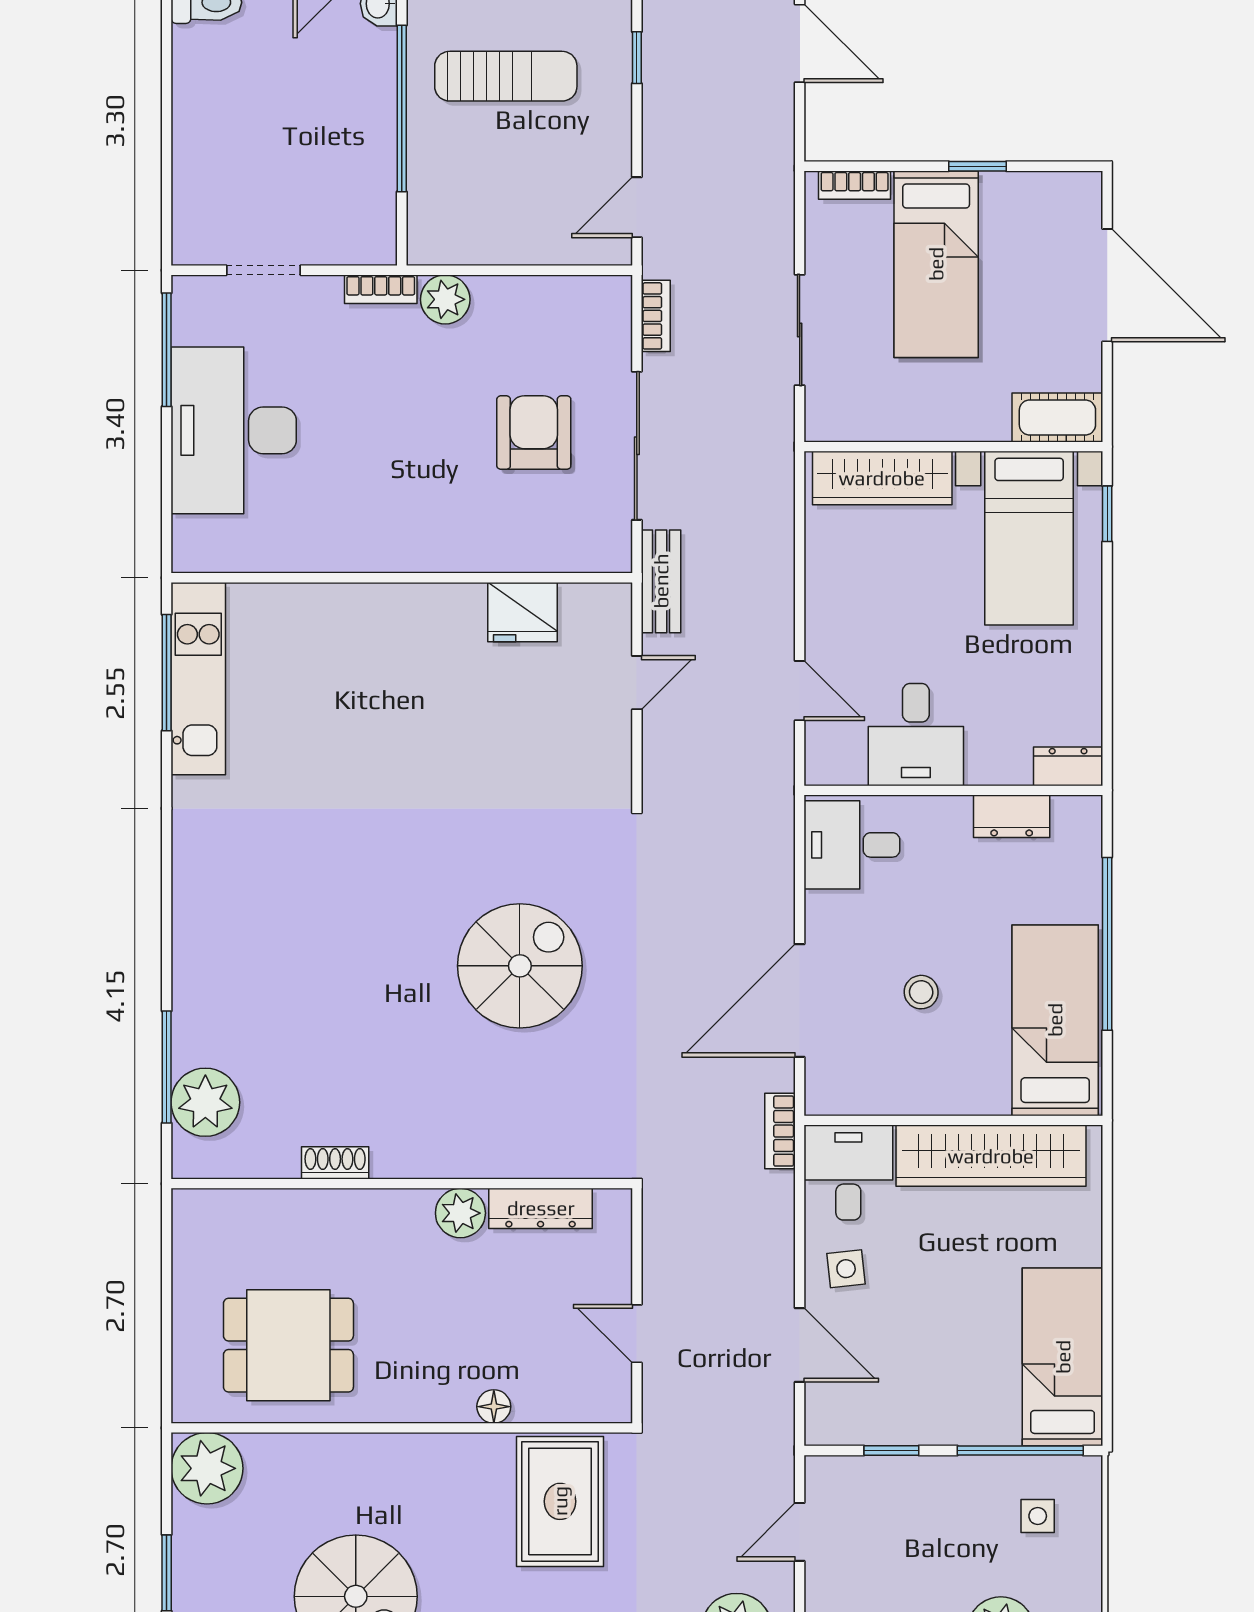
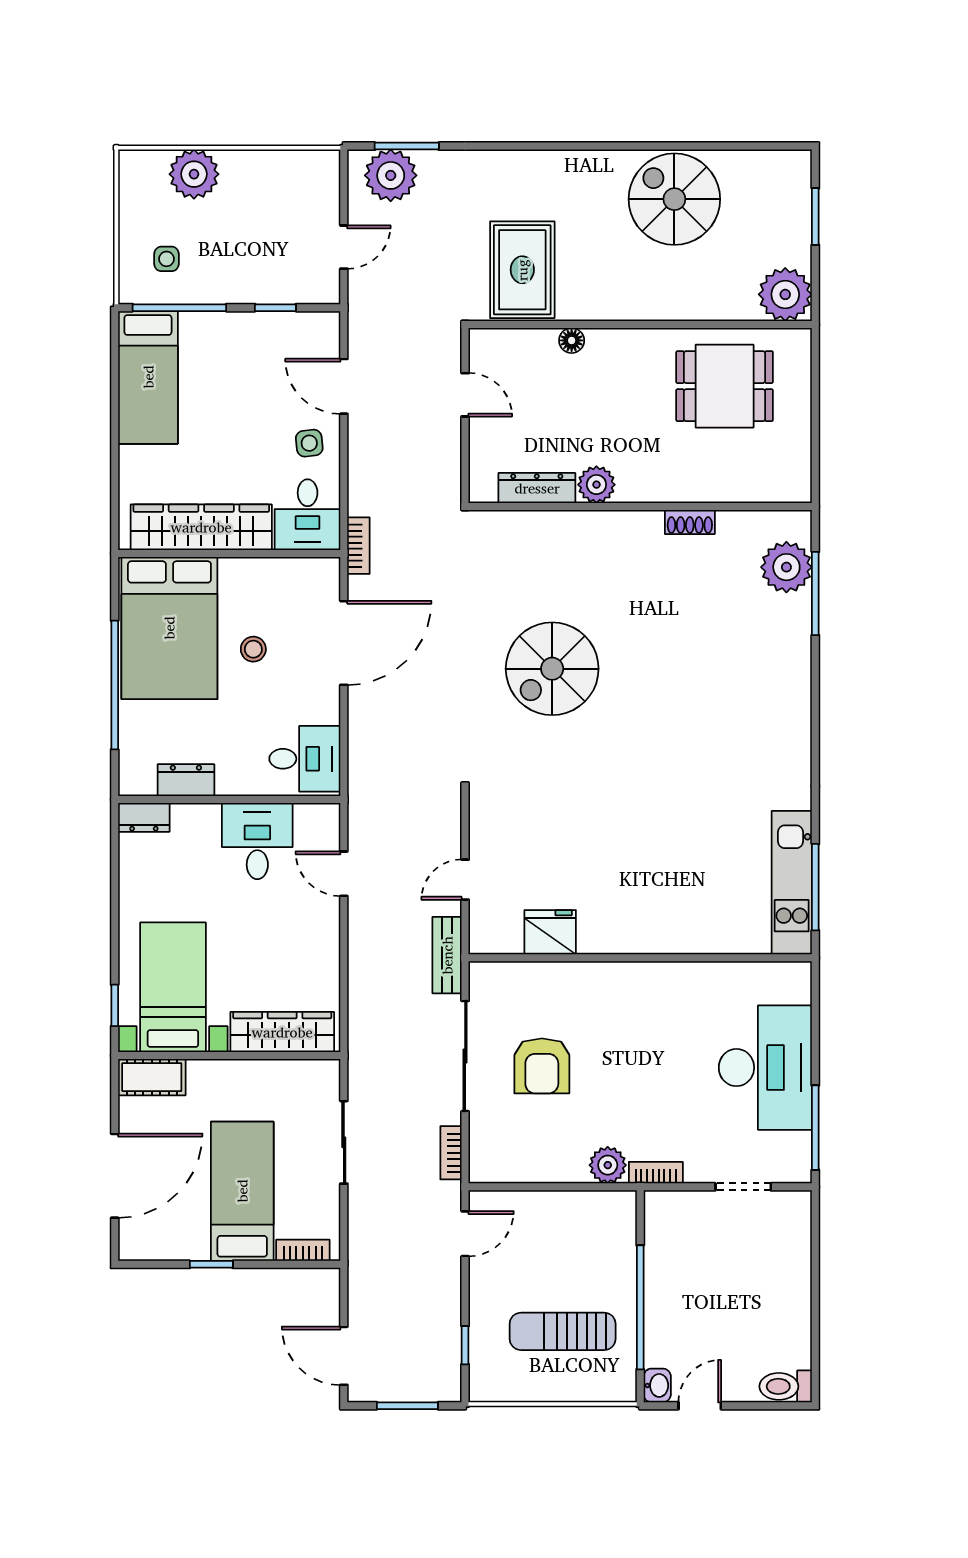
door: (1107, 285) -> (115, 1176), swing flipped
bed: (1055, 1020) -> (169, 628), width x1.50

